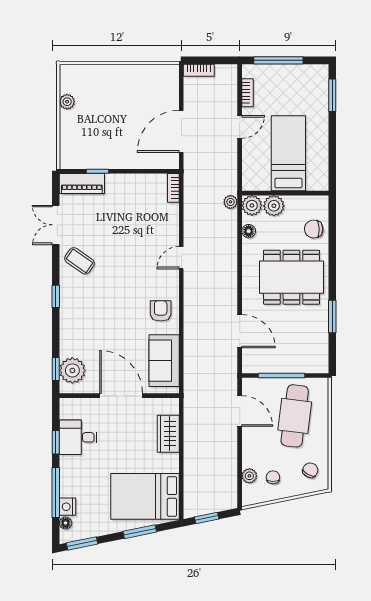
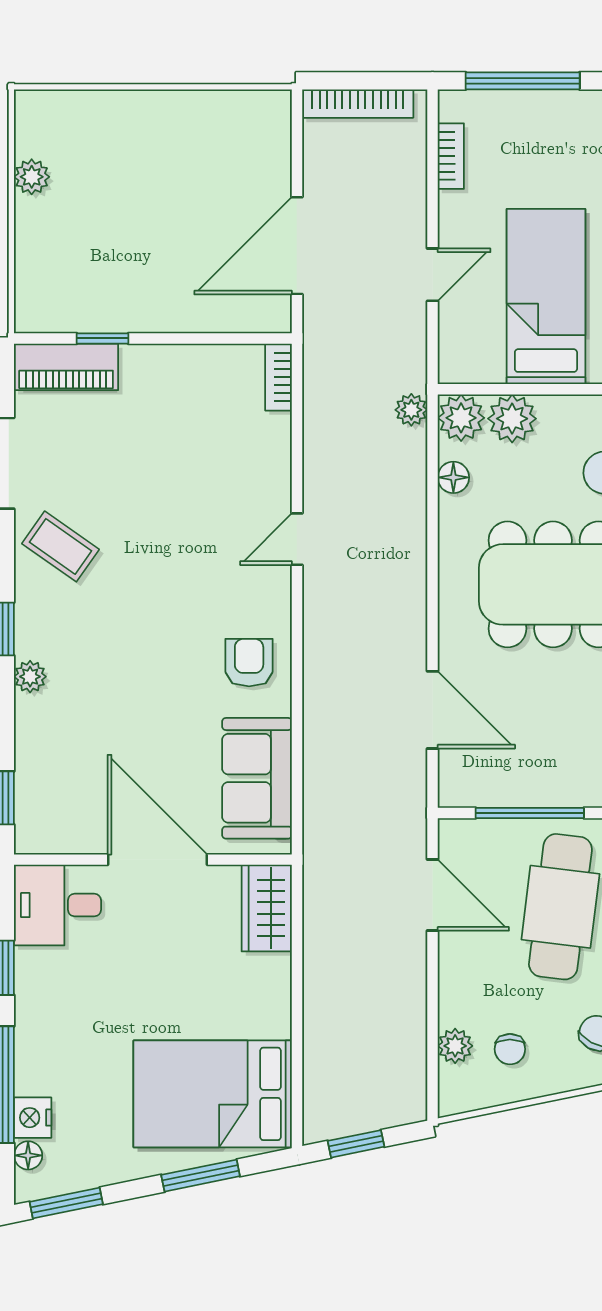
bookcase: (199, 70) -> (358, 104), width x1.56
door: (240, 127) -> (433, 275), moved
plant: (72, 370) -> (30, 677), moved, width x0.53, depth x0.53
wardrobe: (168, 434) -> (267, 908), moved
desk: (78, 437) -> (57, 905), moved
chair: (273, 477) -> (510, 1049), turned 180

